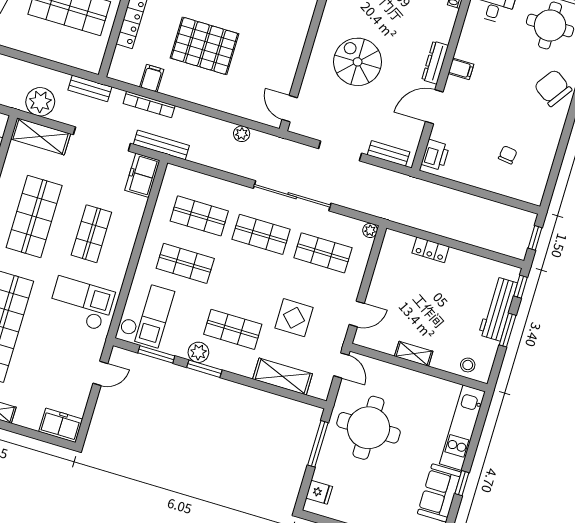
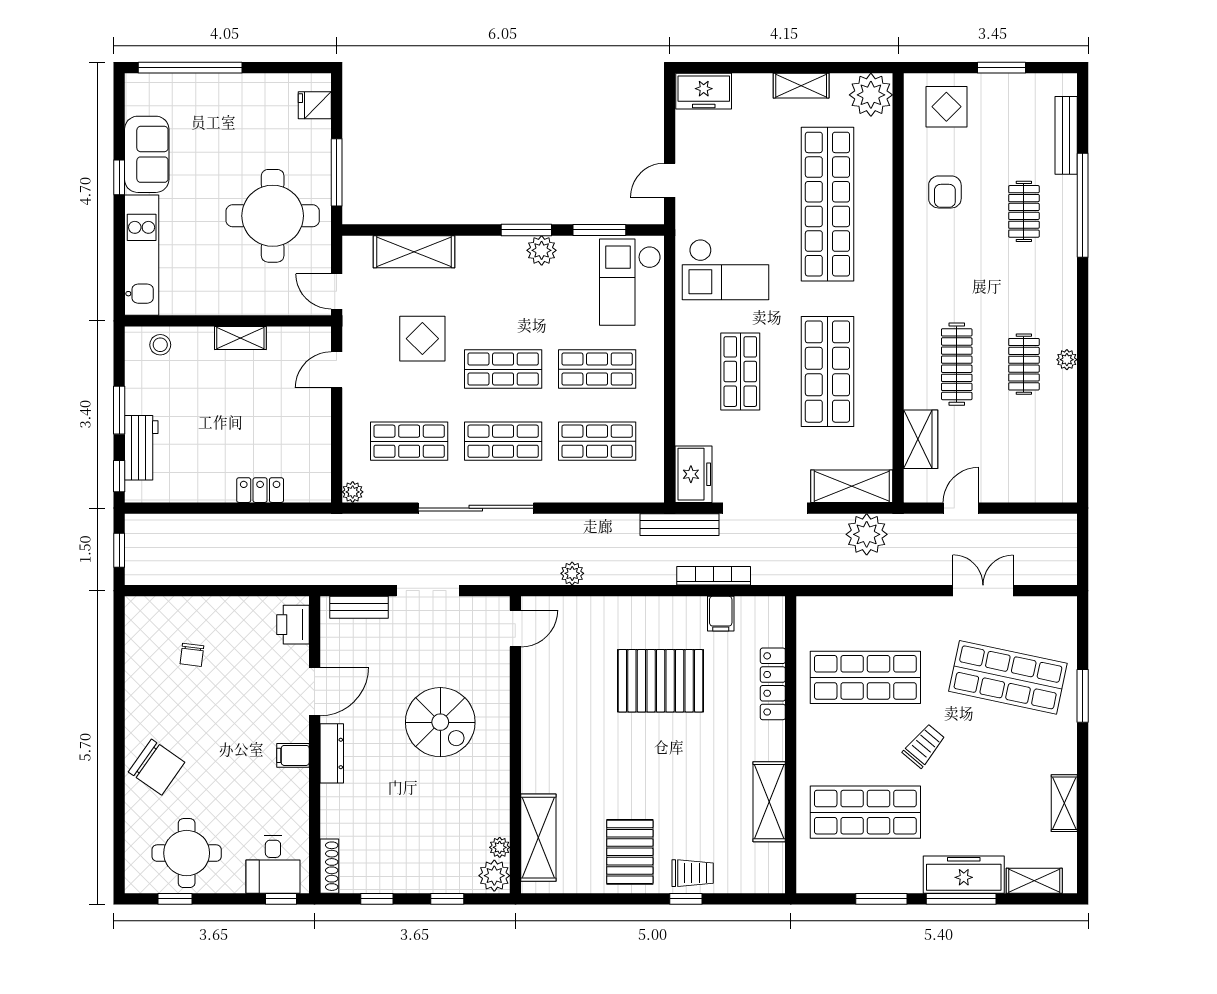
bench: (90, 88) -> (803, 574), removed
door: (290, 109) -> (515, 629), hinge flipped
workbench: (498, 309) -> (141, 448), width x0.73
shop shelf: (233, 329) -> (503, 369), moved

